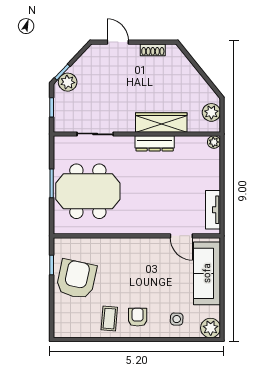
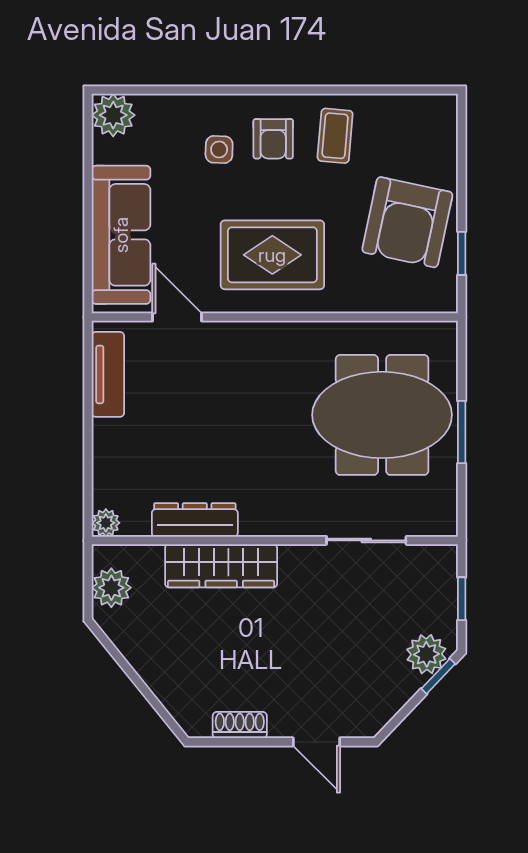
dresser: (155, 143) -> (195, 520), moved
rug: (138, 264) -> (272, 255), added
side table: (177, 319) -> (219, 150), moved

